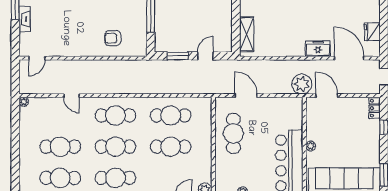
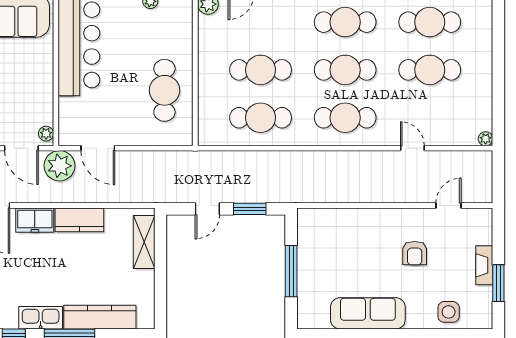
armchair: (113, 38) -> (415, 253), moved, turned 90
kitchen counter: (289, 49) -> (79, 220), added
door: (37, 58) -> (448, 205), moved
door: (246, 96) -> (98, 148), moved
plant: (311, 146) -> (46, 134), moved

